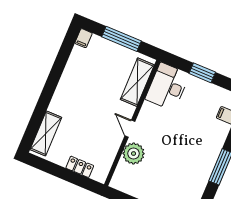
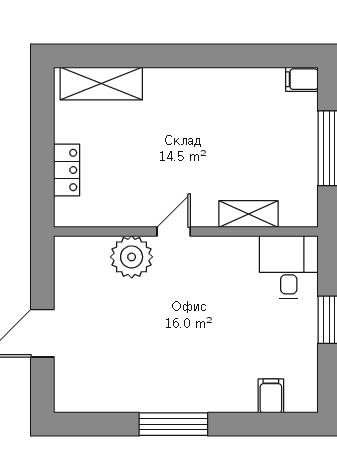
shelving: (137, 82) -> (248, 214), width x0.67, depth x0.75
desk: (167, 87) -> (289, 267), width x0.73

